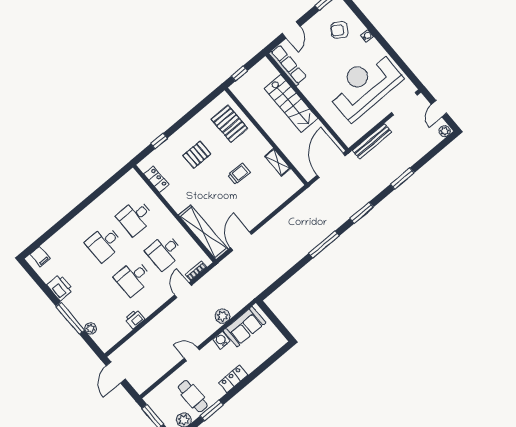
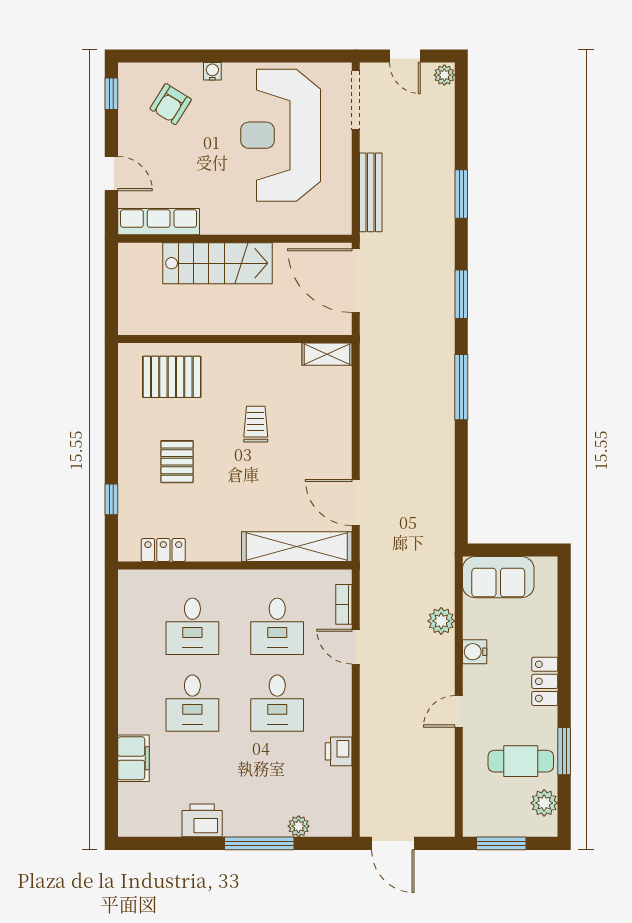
window: (239, 73) -> (111, 301), removed
shelving: (278, 162) -> (327, 354), moved
filing cabinet: (40, 256) -> (133, 758), moved, width x2.00
sofa: (244, 327) -> (498, 577), moved, turned 90

